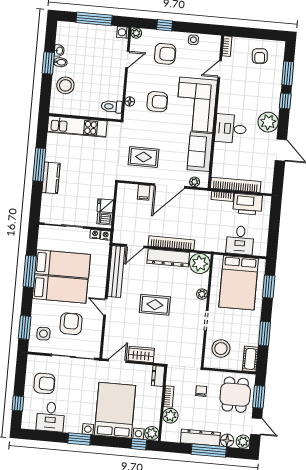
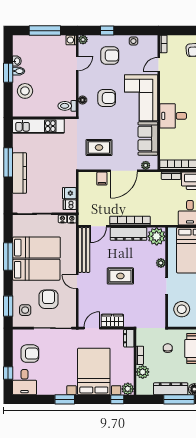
kitchen counter: (51, 178) -> (20, 173), width x1.50
desk: (50, 417) -> (25, 382), moved

